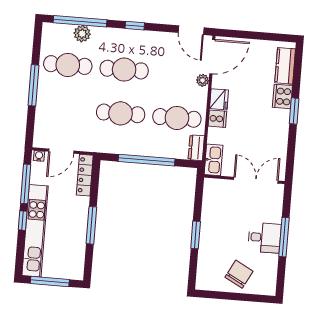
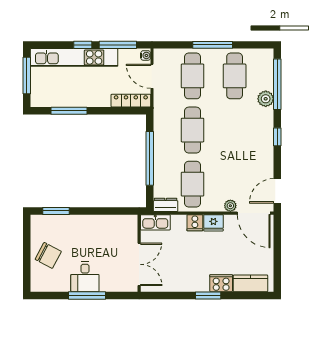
plant: (82, 34) -> (266, 99), moved
cafe table: (124, 70) -> (193, 76), moved
window: (91, 225) -> (69, 111), moved
window: (196, 235) -> (56, 211), moved

